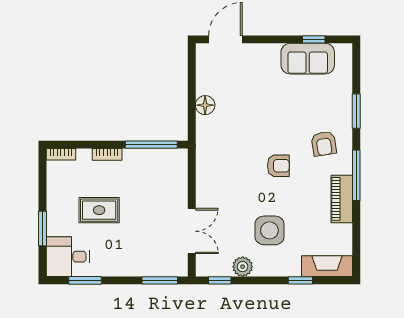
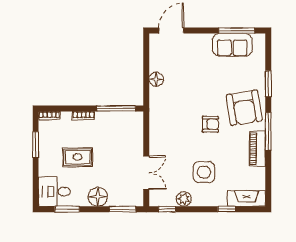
window: (314, 39) -> (237, 31), width x2.17
armchair: (324, 144) -> (244, 108), width x1.88, depth x1.88
window: (43, 229) -> (36, 145), moved
floor lamp: (126, 264) -> (98, 197), added

